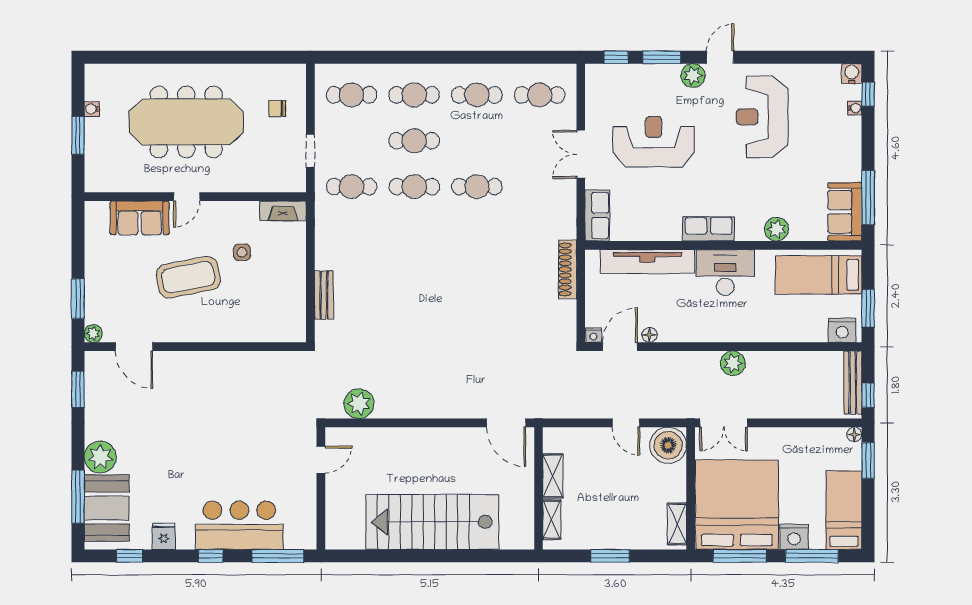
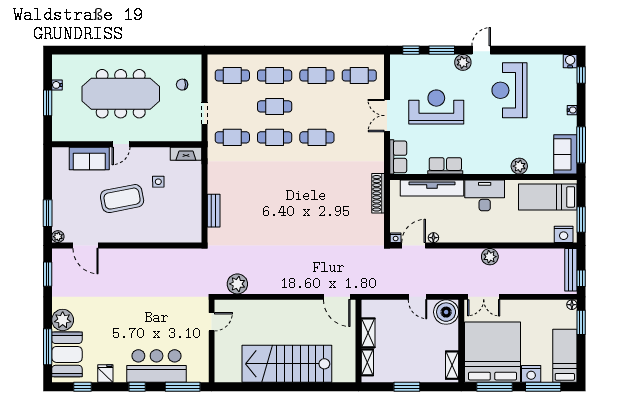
water cooler: (855, 108) -> (572, 110), moved
row of seats: (709, 229) -> (445, 166), moved

